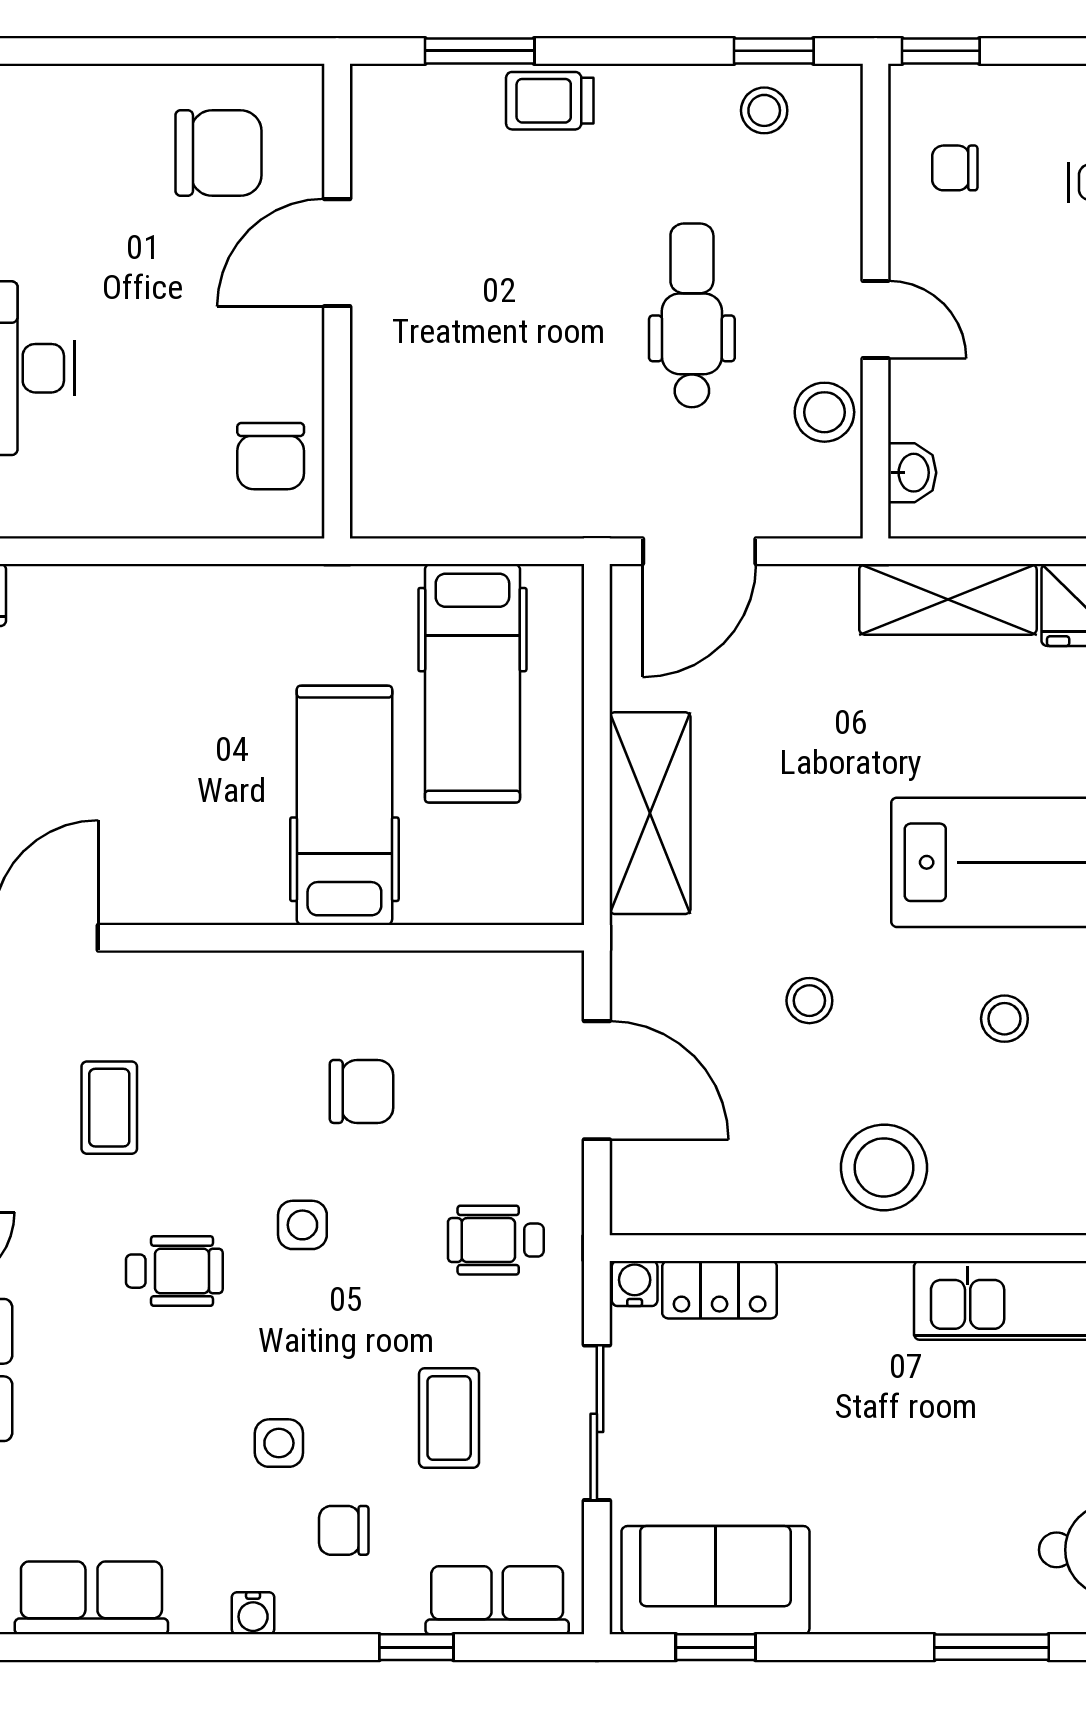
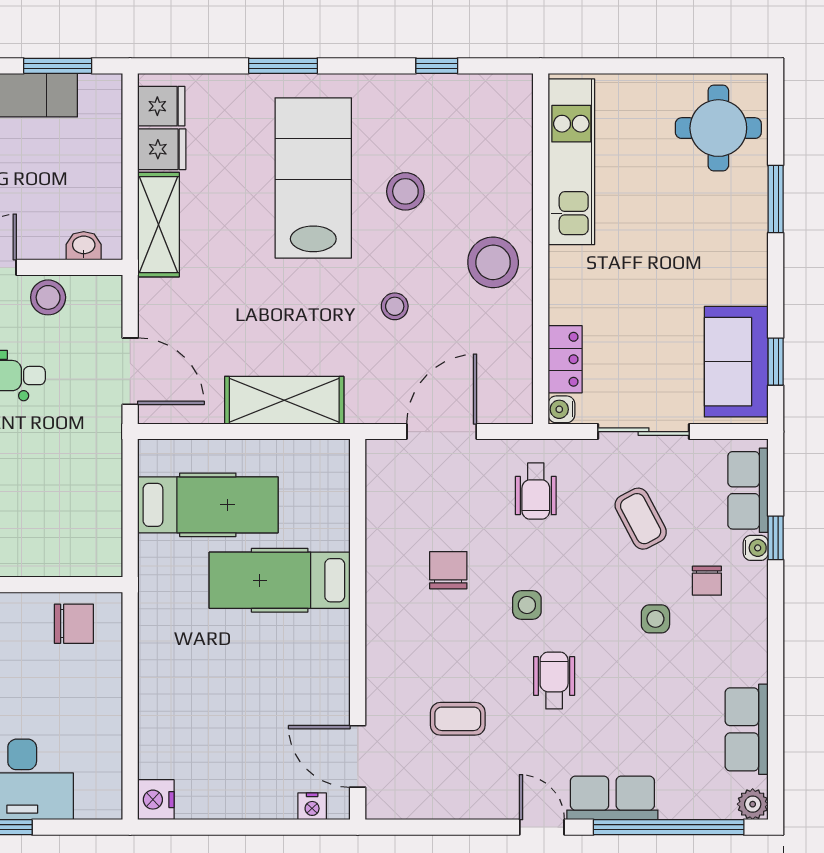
stool: (1004, 1019) -> (405, 191), width x1.37, depth x1.37
coffee table: (449, 1418) -> (641, 519), turned 62
water cooler: (253, 1613) -> (756, 548), moved

